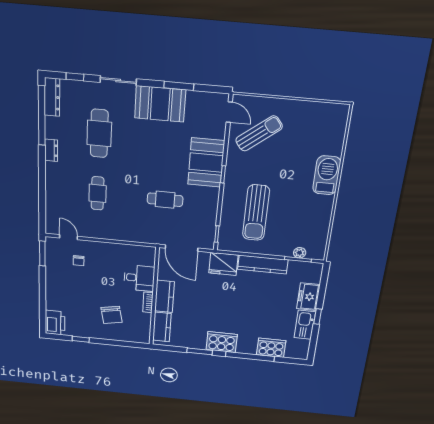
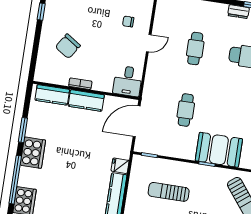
cafe table: (98, 193) -> (195, 49), turned 90
sun lounger: (256, 213) -> (169, 192), width x0.73, depth x0.75
door: (69, 237) -> (149, 43), moved
fridge: (223, 264) -> (120, 166), width x0.53, depth x0.75
desk: (139, 278) -> (128, 81), moved
chair: (112, 315) -> (68, 46), turned -46

